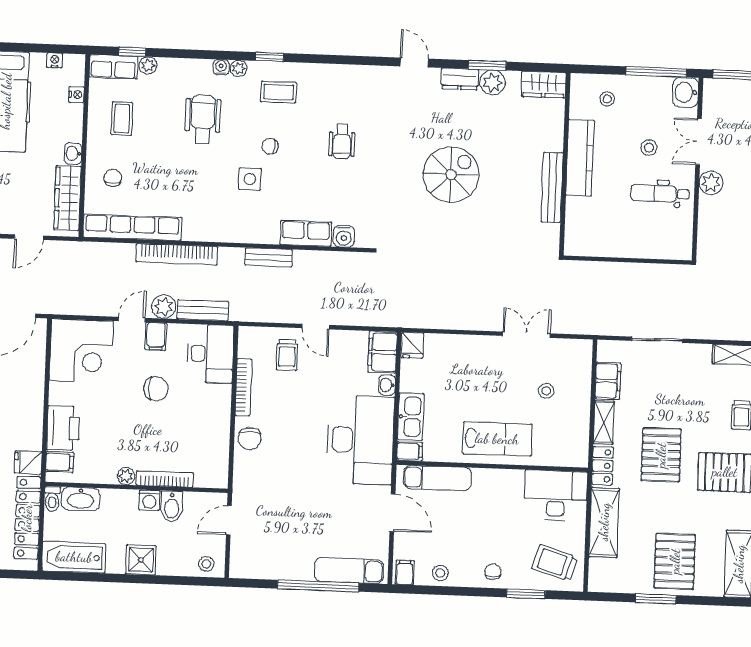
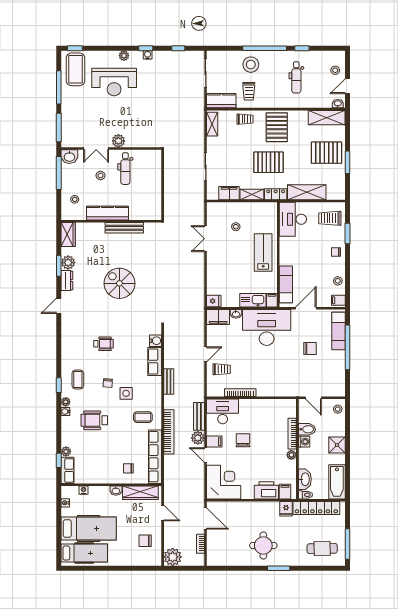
coffee table: (122, 119) -> (143, 417), moved
chair: (250, 439) -> (310, 349), moved
trolley: (555, 563) -> (330, 218), turned 73

